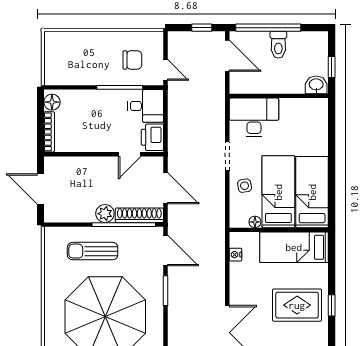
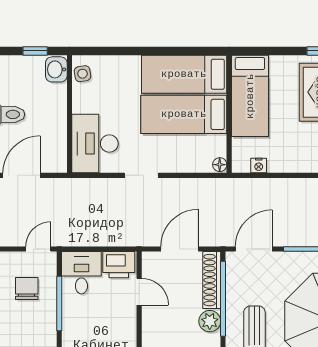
side table: (245, 186) -> (82, 74), moved
floor lamp: (255, 222) -> (220, 165), moved

